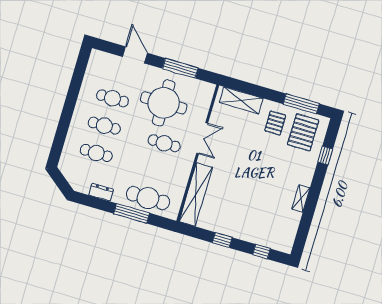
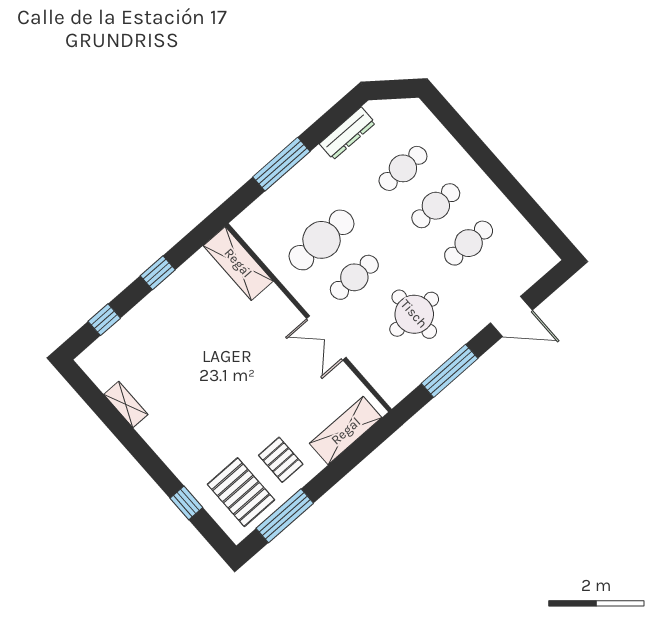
round table: (164, 103) -> (414, 314), width x0.73, depth x0.73
dresser: (101, 192) -> (347, 133), width x1.44
shelving: (196, 194) -> (238, 263), width x0.68
cafe table: (148, 198) -> (321, 240), moved
shelving: (301, 198) -> (126, 404), moved

